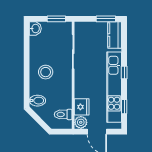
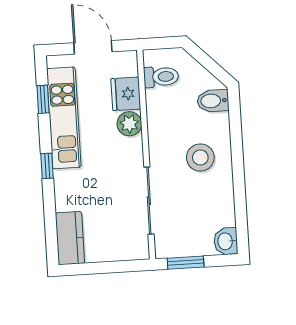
window: (106, 19) -> (89, 268), removed
kitchen unit: (114, 87) -> (64, 118), width x0.73
plant: (81, 122) -> (129, 124), moved

